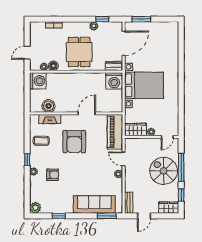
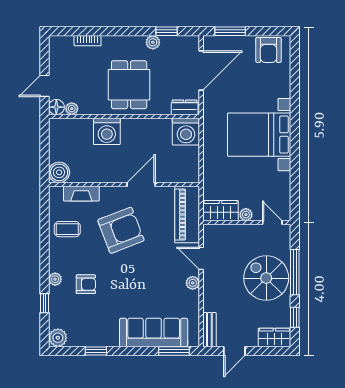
armchair: (165, 31) -> (268, 50), added
floor lamp: (53, 66) -> (56, 107), moved
washing machine: (38, 81) -> (107, 131), moved, turned 90
bed with nightstands: (144, 85) -> (259, 135), moved, turned 180
boiler: (49, 106) -> (59, 172), moved
door: (167, 137) -> (272, 223), swing flipped
armchair: (74, 142) -> (121, 230), turned -111
window: (27, 160) -> (45, 303), moved

